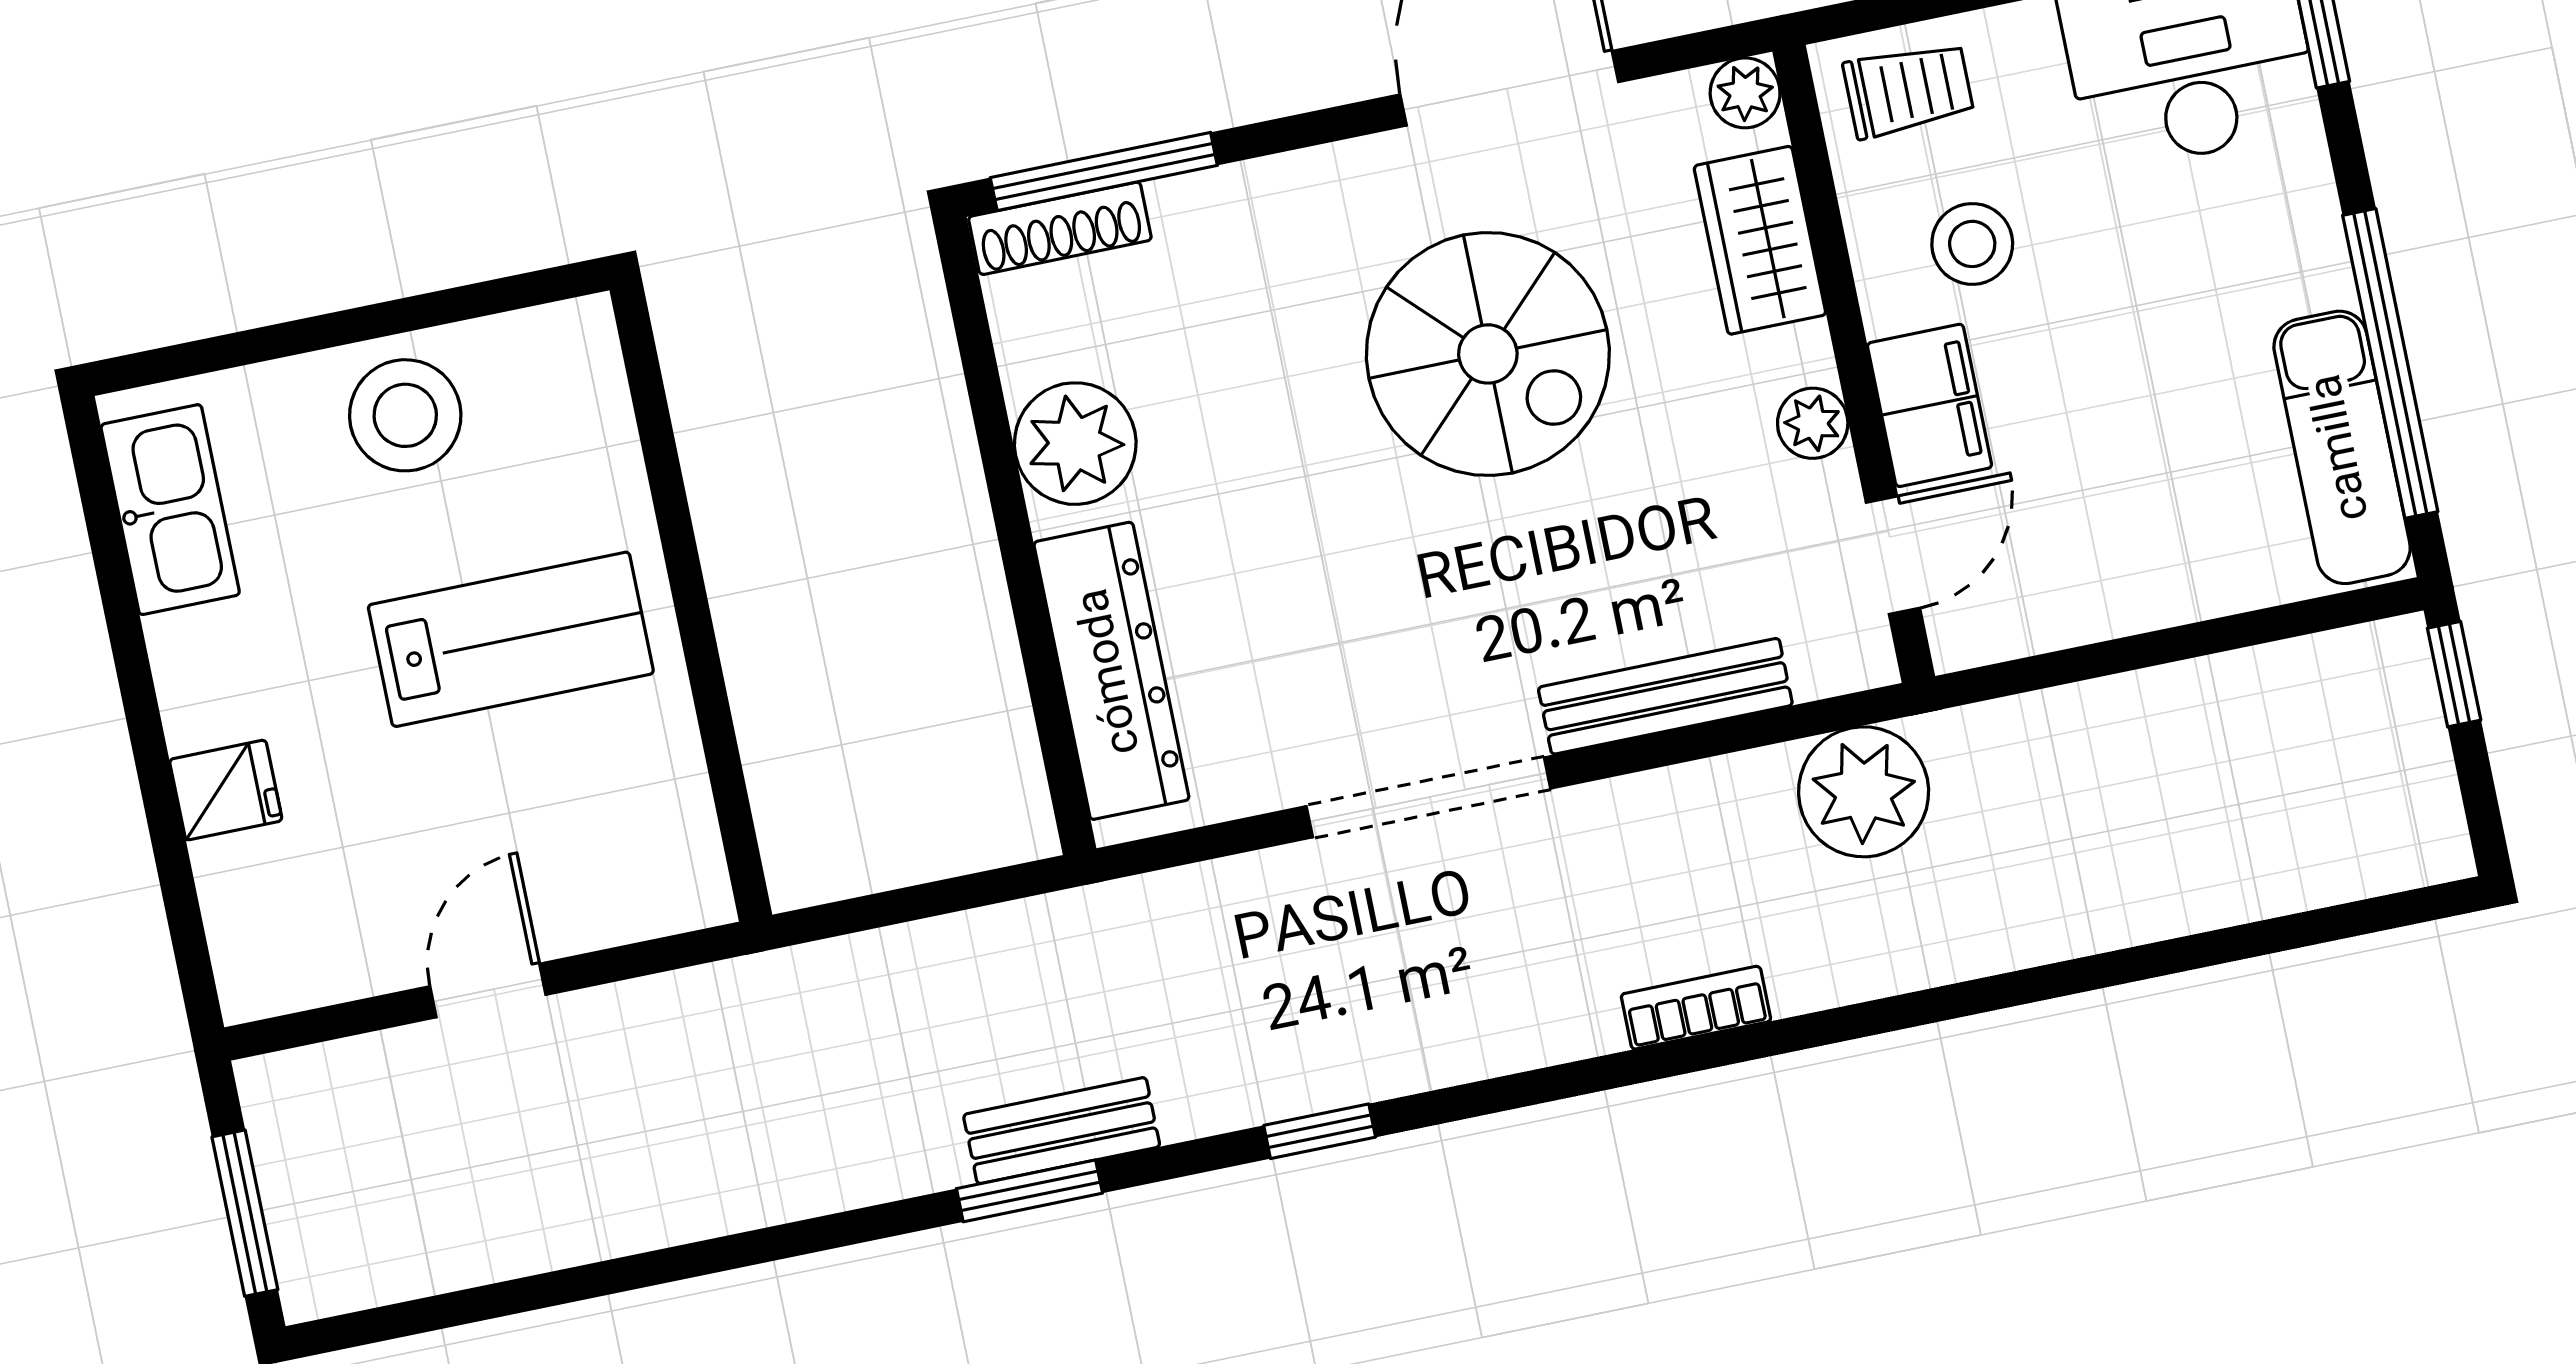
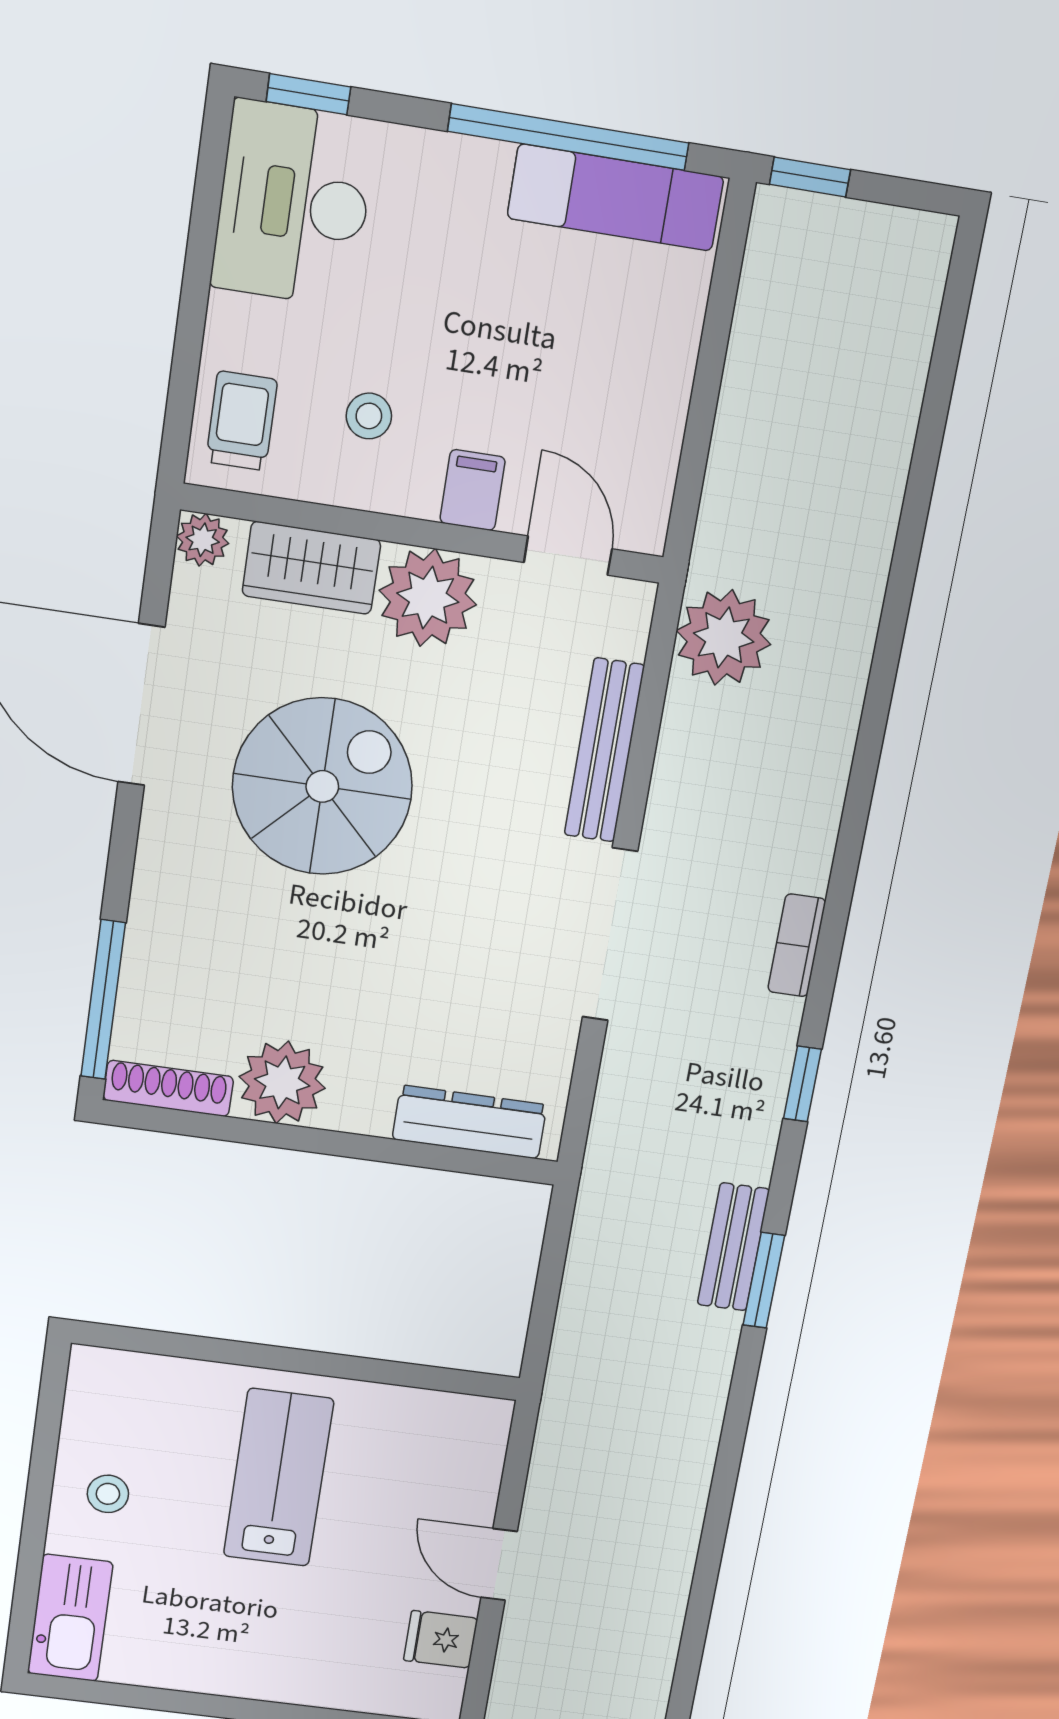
shoe rack: (1060, 228) -> (168, 1088), moved, turned -90
stool: (1972, 244) -> (369, 416), width x0.73, depth x0.73
filing cabinet: (1930, 405) -> (472, 490), width x0.50
stool: (405, 415) -> (108, 1494), width x0.53, depth x0.53
plant: (1813, 423) -> (428, 598), width x1.88, depth x1.88
kitchen sink: (170, 510) -> (70, 1618), moved, turned 90
dresser: (1111, 671) -> (470, 1122), width x0.73, depth x0.80
fridge: (226, 790) -> (441, 1639), moved, turned -90
bookcase: (1696, 1008) -> (797, 945), moved

